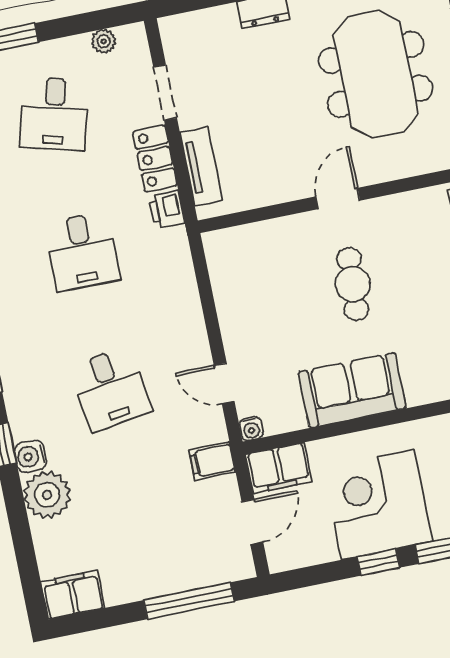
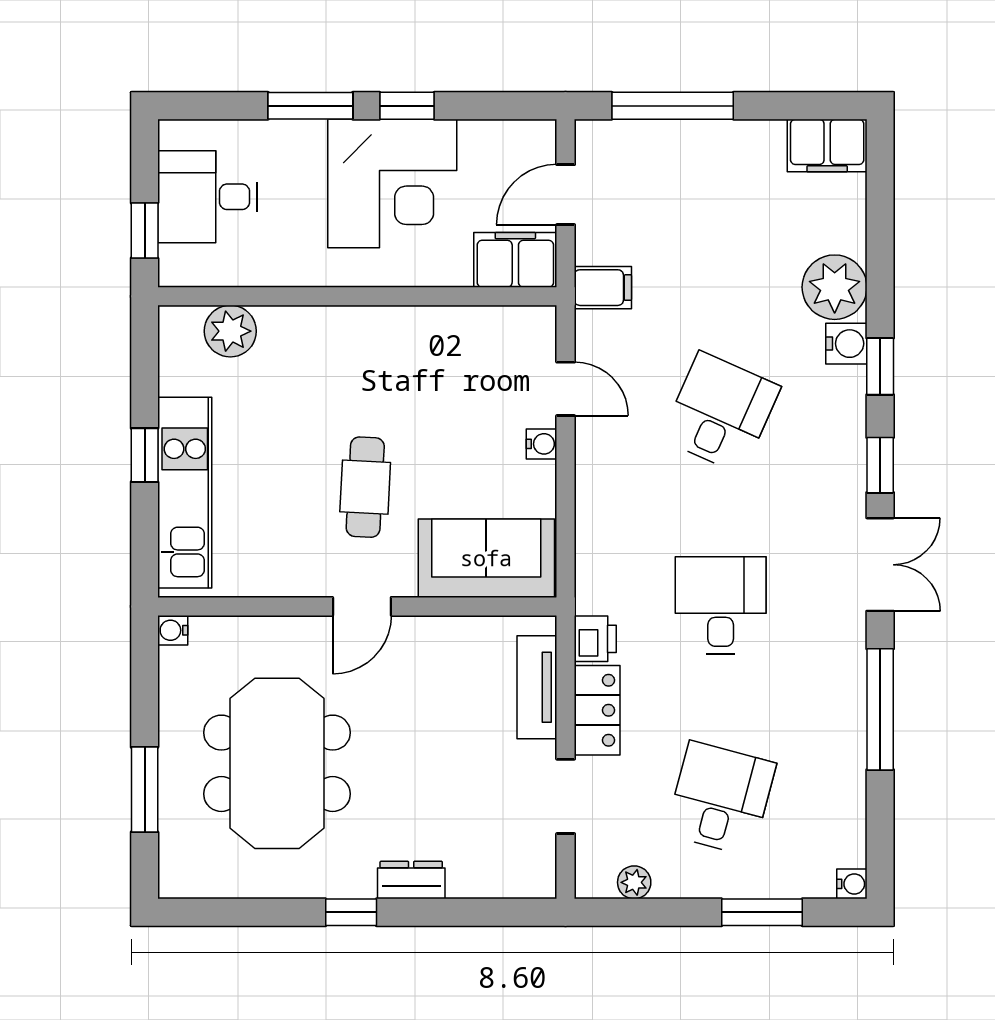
desk: (110, 389) -> (721, 413), turned 33
sofa: (352, 390) -> (486, 558), moved, turned 180
water cooler: (251, 429) -> (542, 444), moved, turned 90

